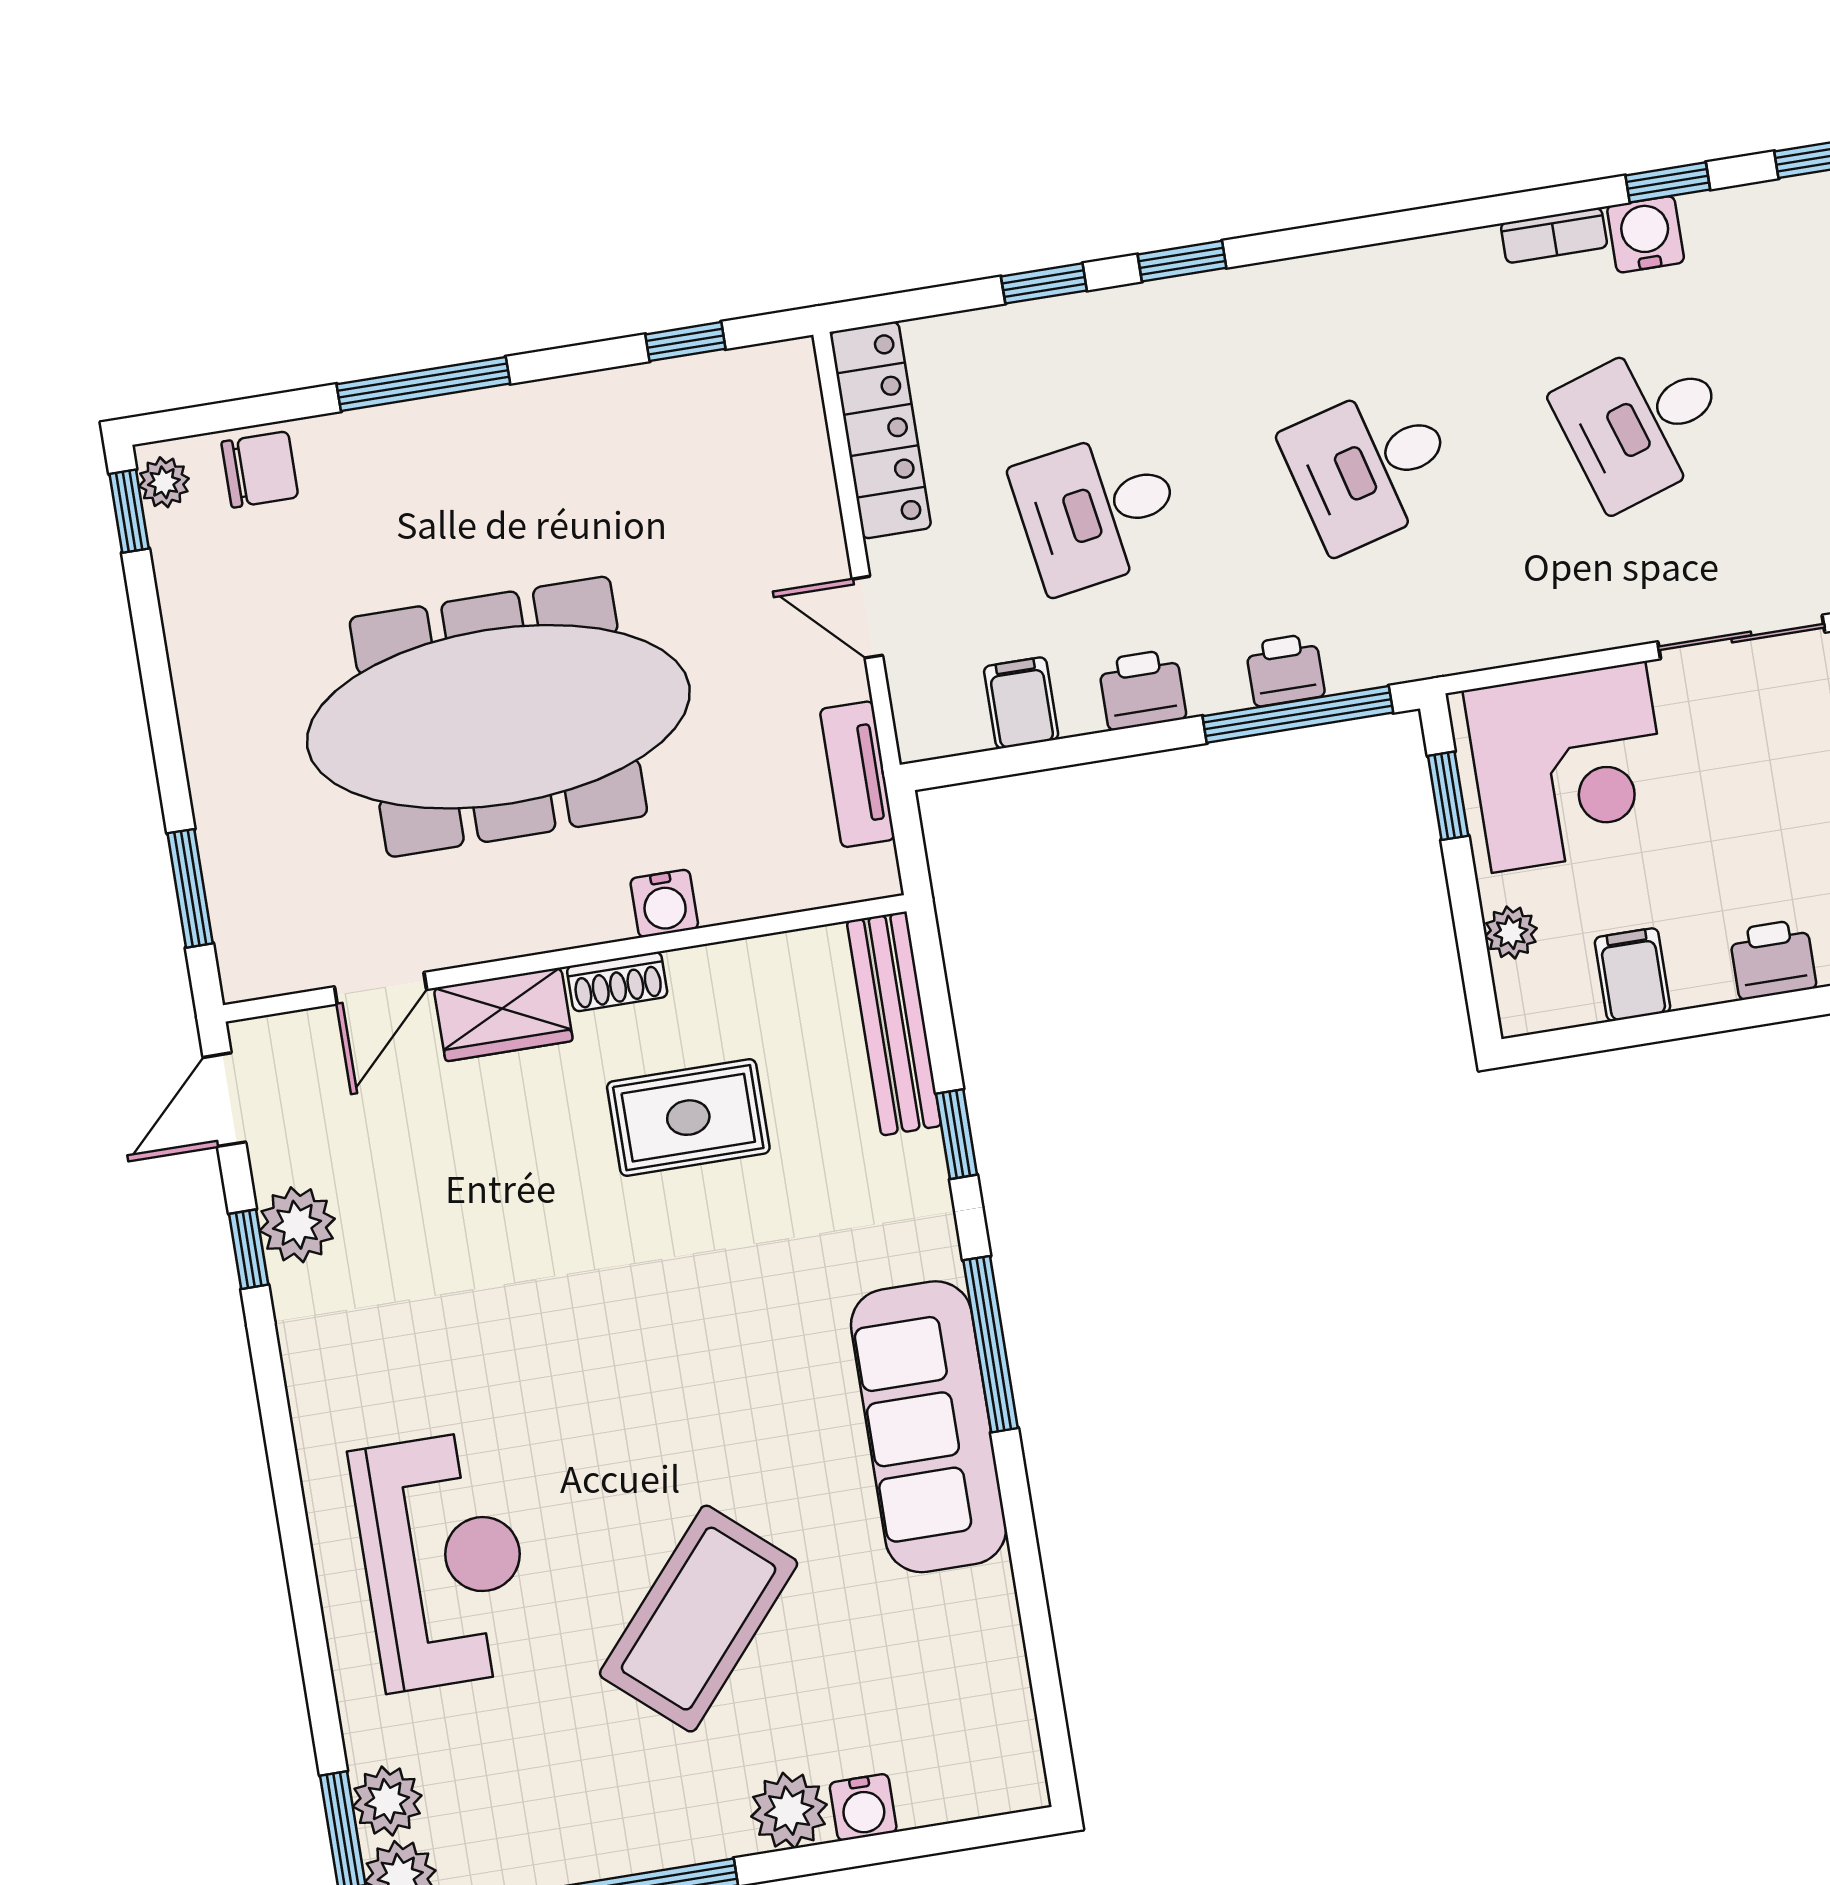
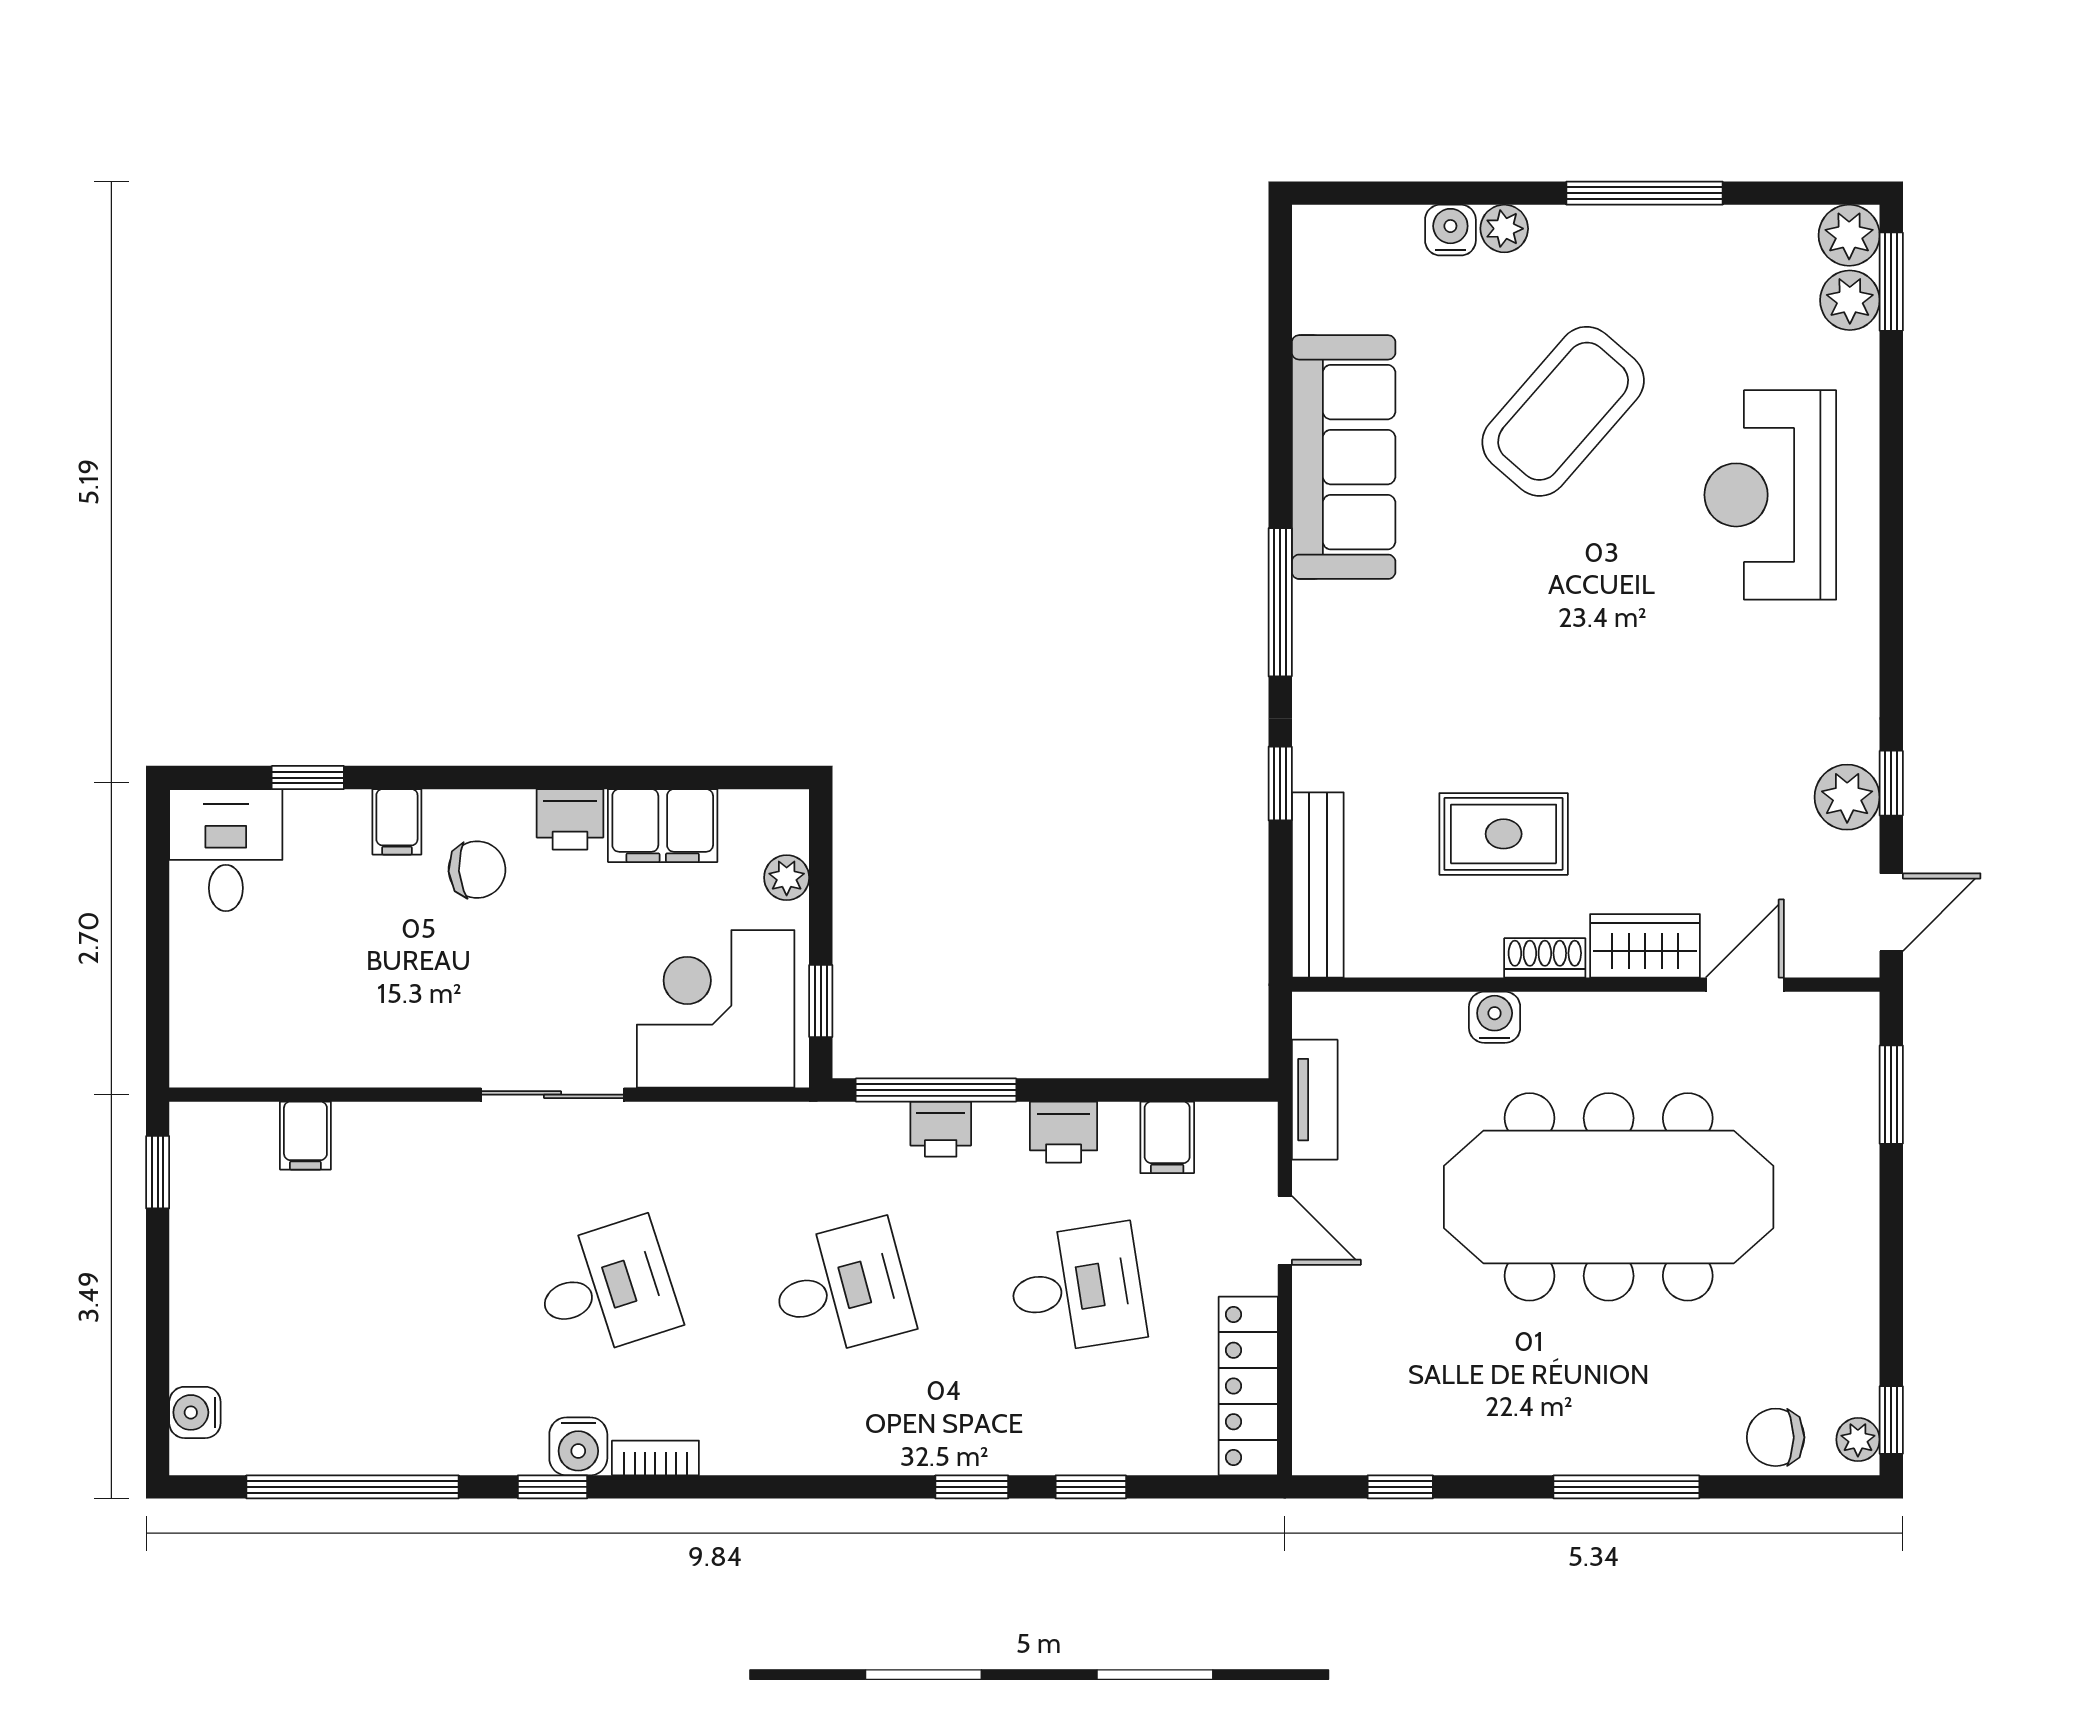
filing cabinet: (1633, 975) -> (663, 826), width x2.00
sofa: (929, 1427) -> (1344, 457), moved
plant: (789, 1811) -> (1504, 229), width x0.73, depth x0.73

